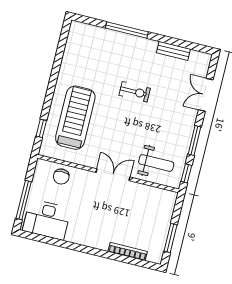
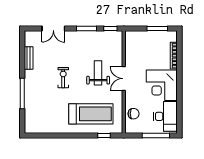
treadmill: (75, 118) -> (91, 114), turned 180
weight bench: (156, 163) -> (98, 73), moved
corner desk: (91, 225) -> (162, 85), added

